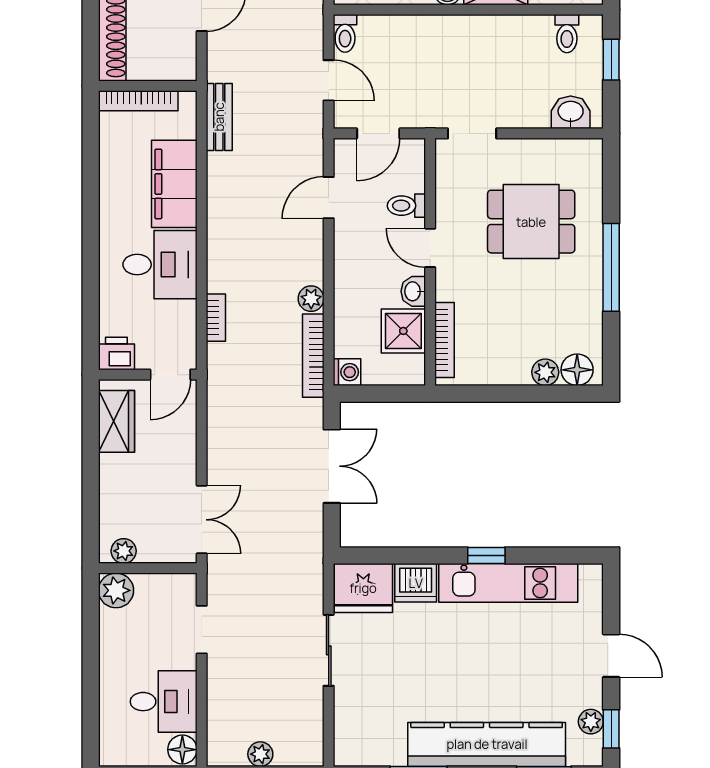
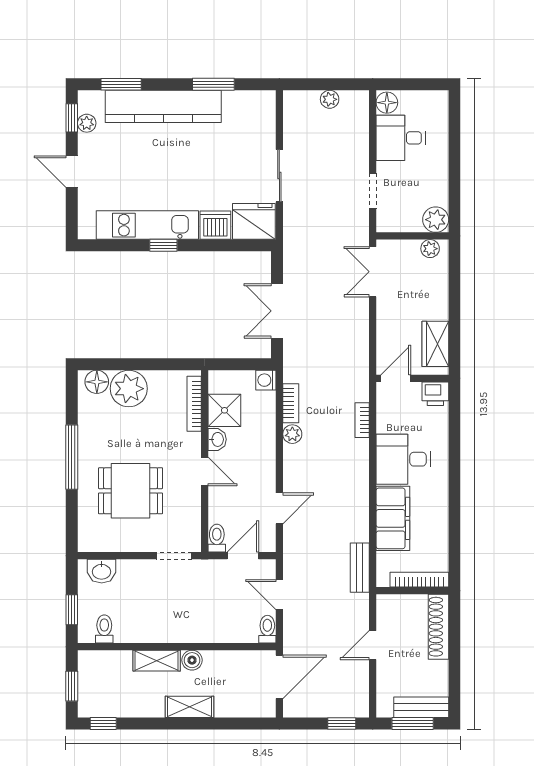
toilet: (406, 206) -> (217, 538), moved, turned -90
bookcase: (313, 356) -> (291, 403), width x0.64
plant: (545, 372) -> (129, 389), width x1.87, depth x1.87

